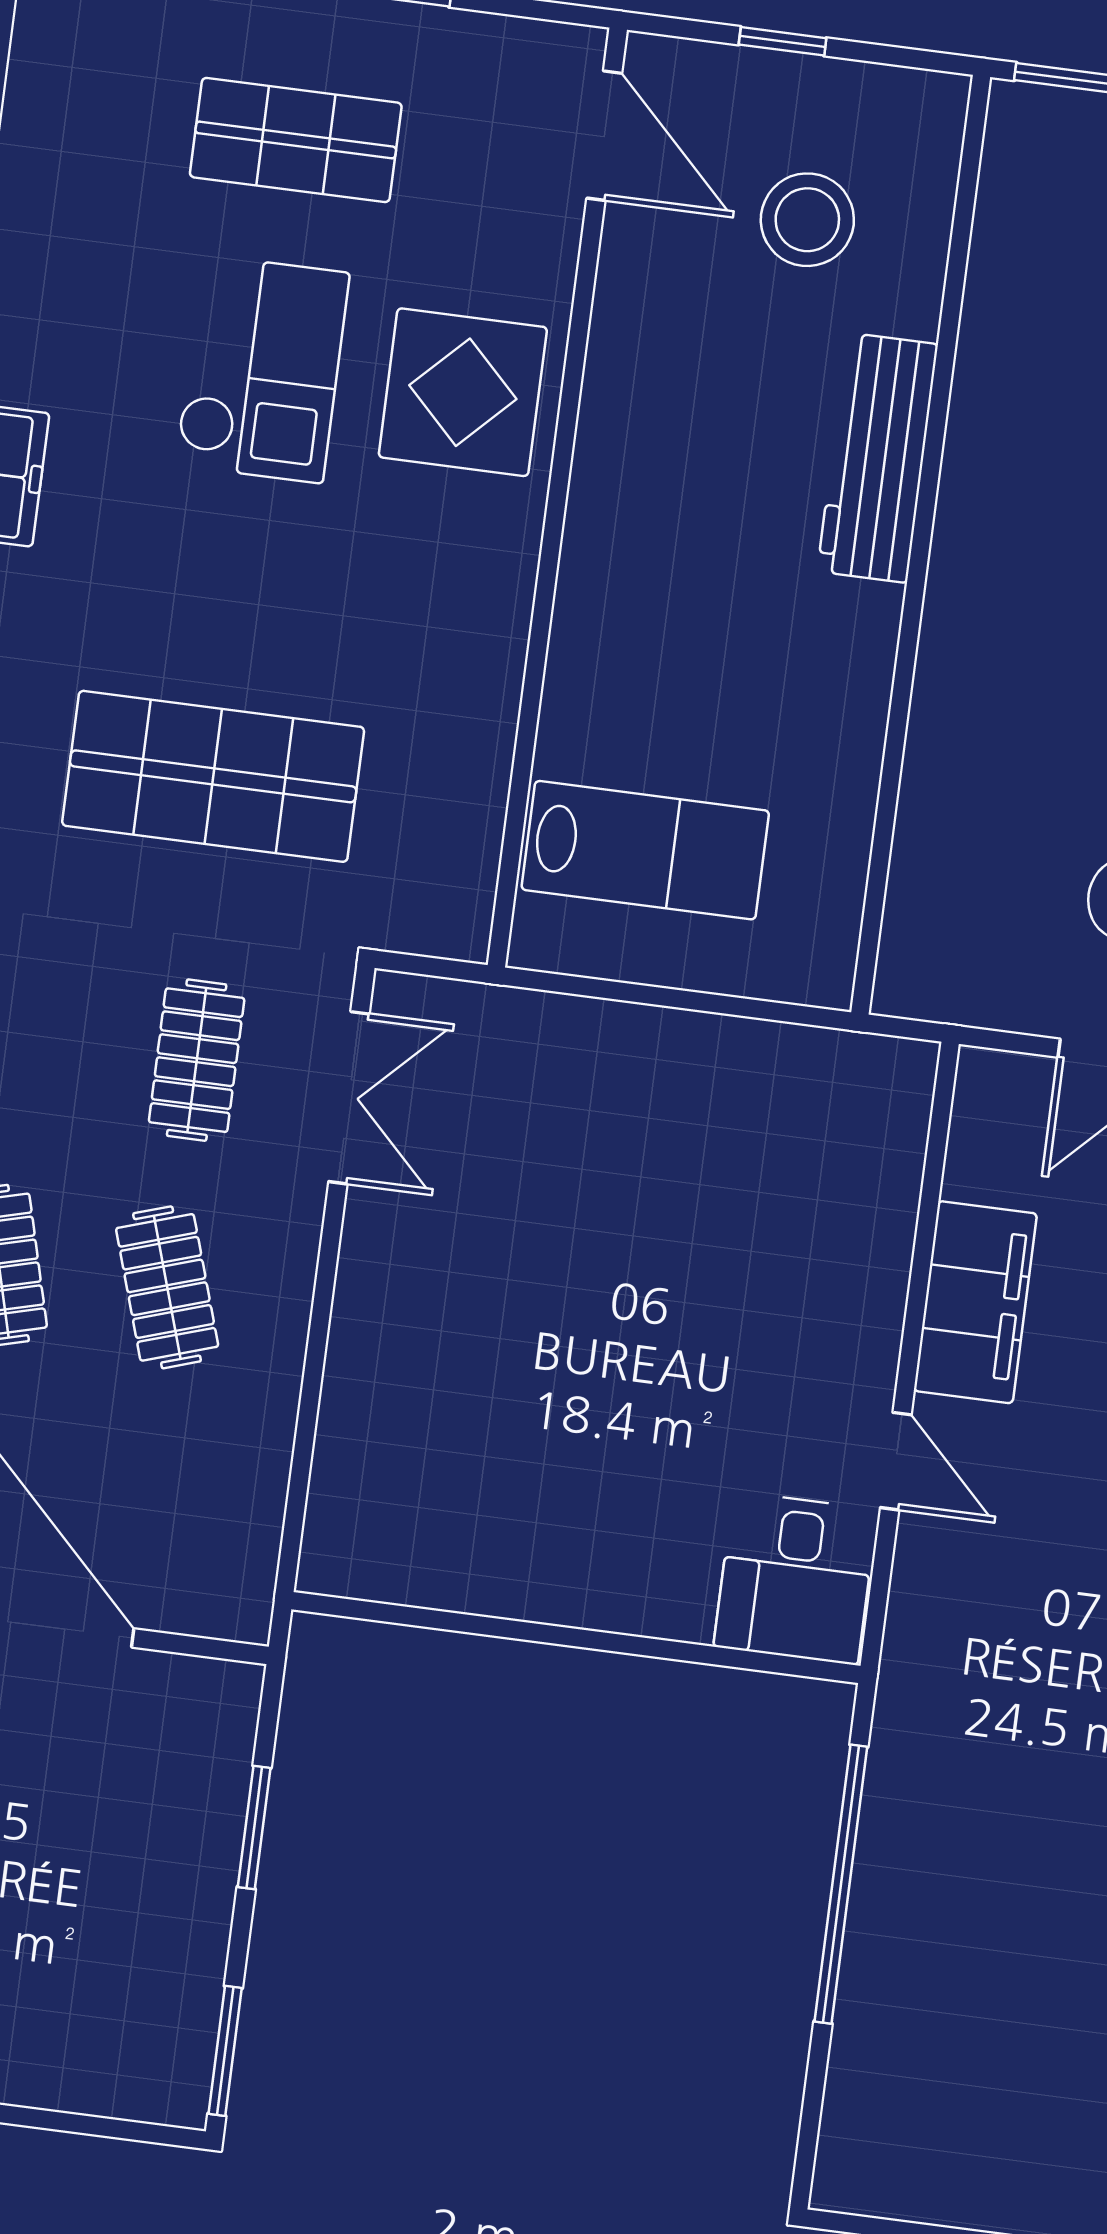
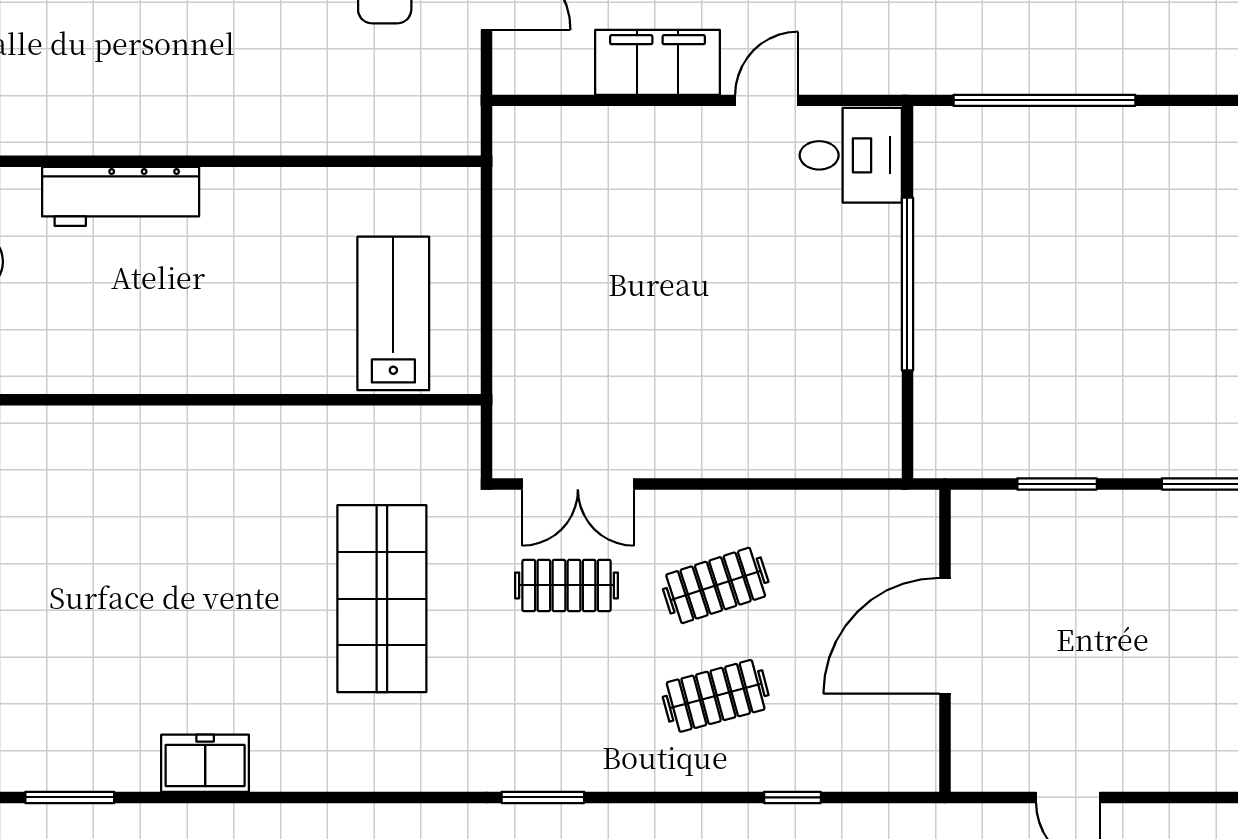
checkout: (262, 369) -> (115, 601), removed
display table: (463, 392) -> (113, 470), removed
double door: (349, 1098) -> (578, 484), swing flipped
window: (588, 1639) -> (907, 284), added

